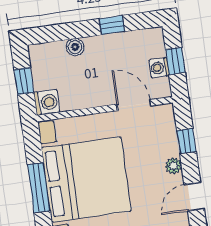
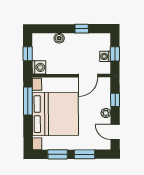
door: (134, 105) -> (88, 76), swing flipped
window: (39, 188) -> (28, 101), moved
door: (194, 197) -> (115, 132), hinge flipped

